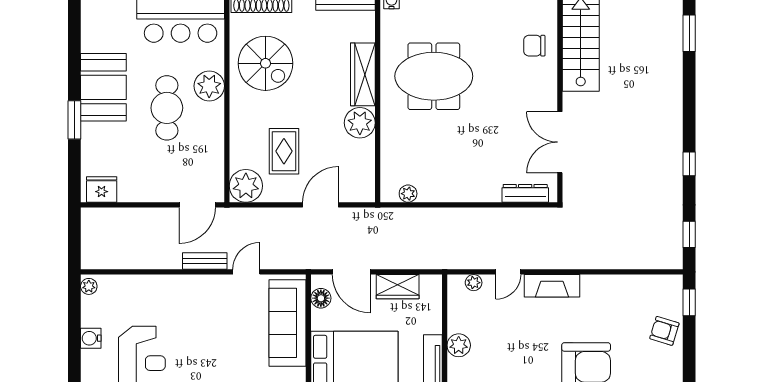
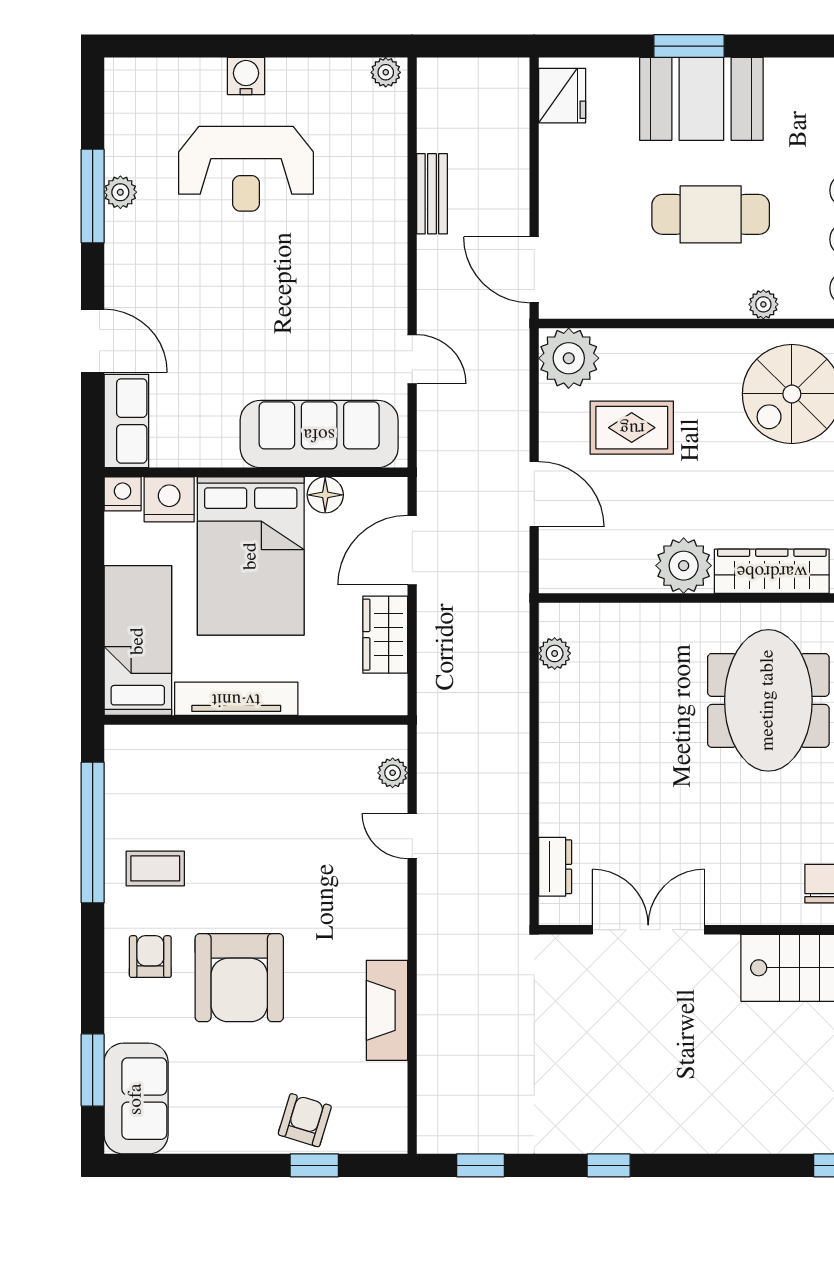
plant: (209, 86) -> (763, 304), width x0.53, depth x0.53
booth: (103, 87) -> (701, 99), moved
dresser: (525, 193) -> (555, 867), width x0.70
bench: (205, 261) -> (432, 194), moved
fireplace: (552, 286) -> (387, 1010), moved
floor lamp: (321, 298) -> (325, 495), moved
window: (689, 302) -> (314, 1165), moved
water cooler: (91, 338) -> (246, 76), moved
plant: (459, 345) -> (278, 746), removed

